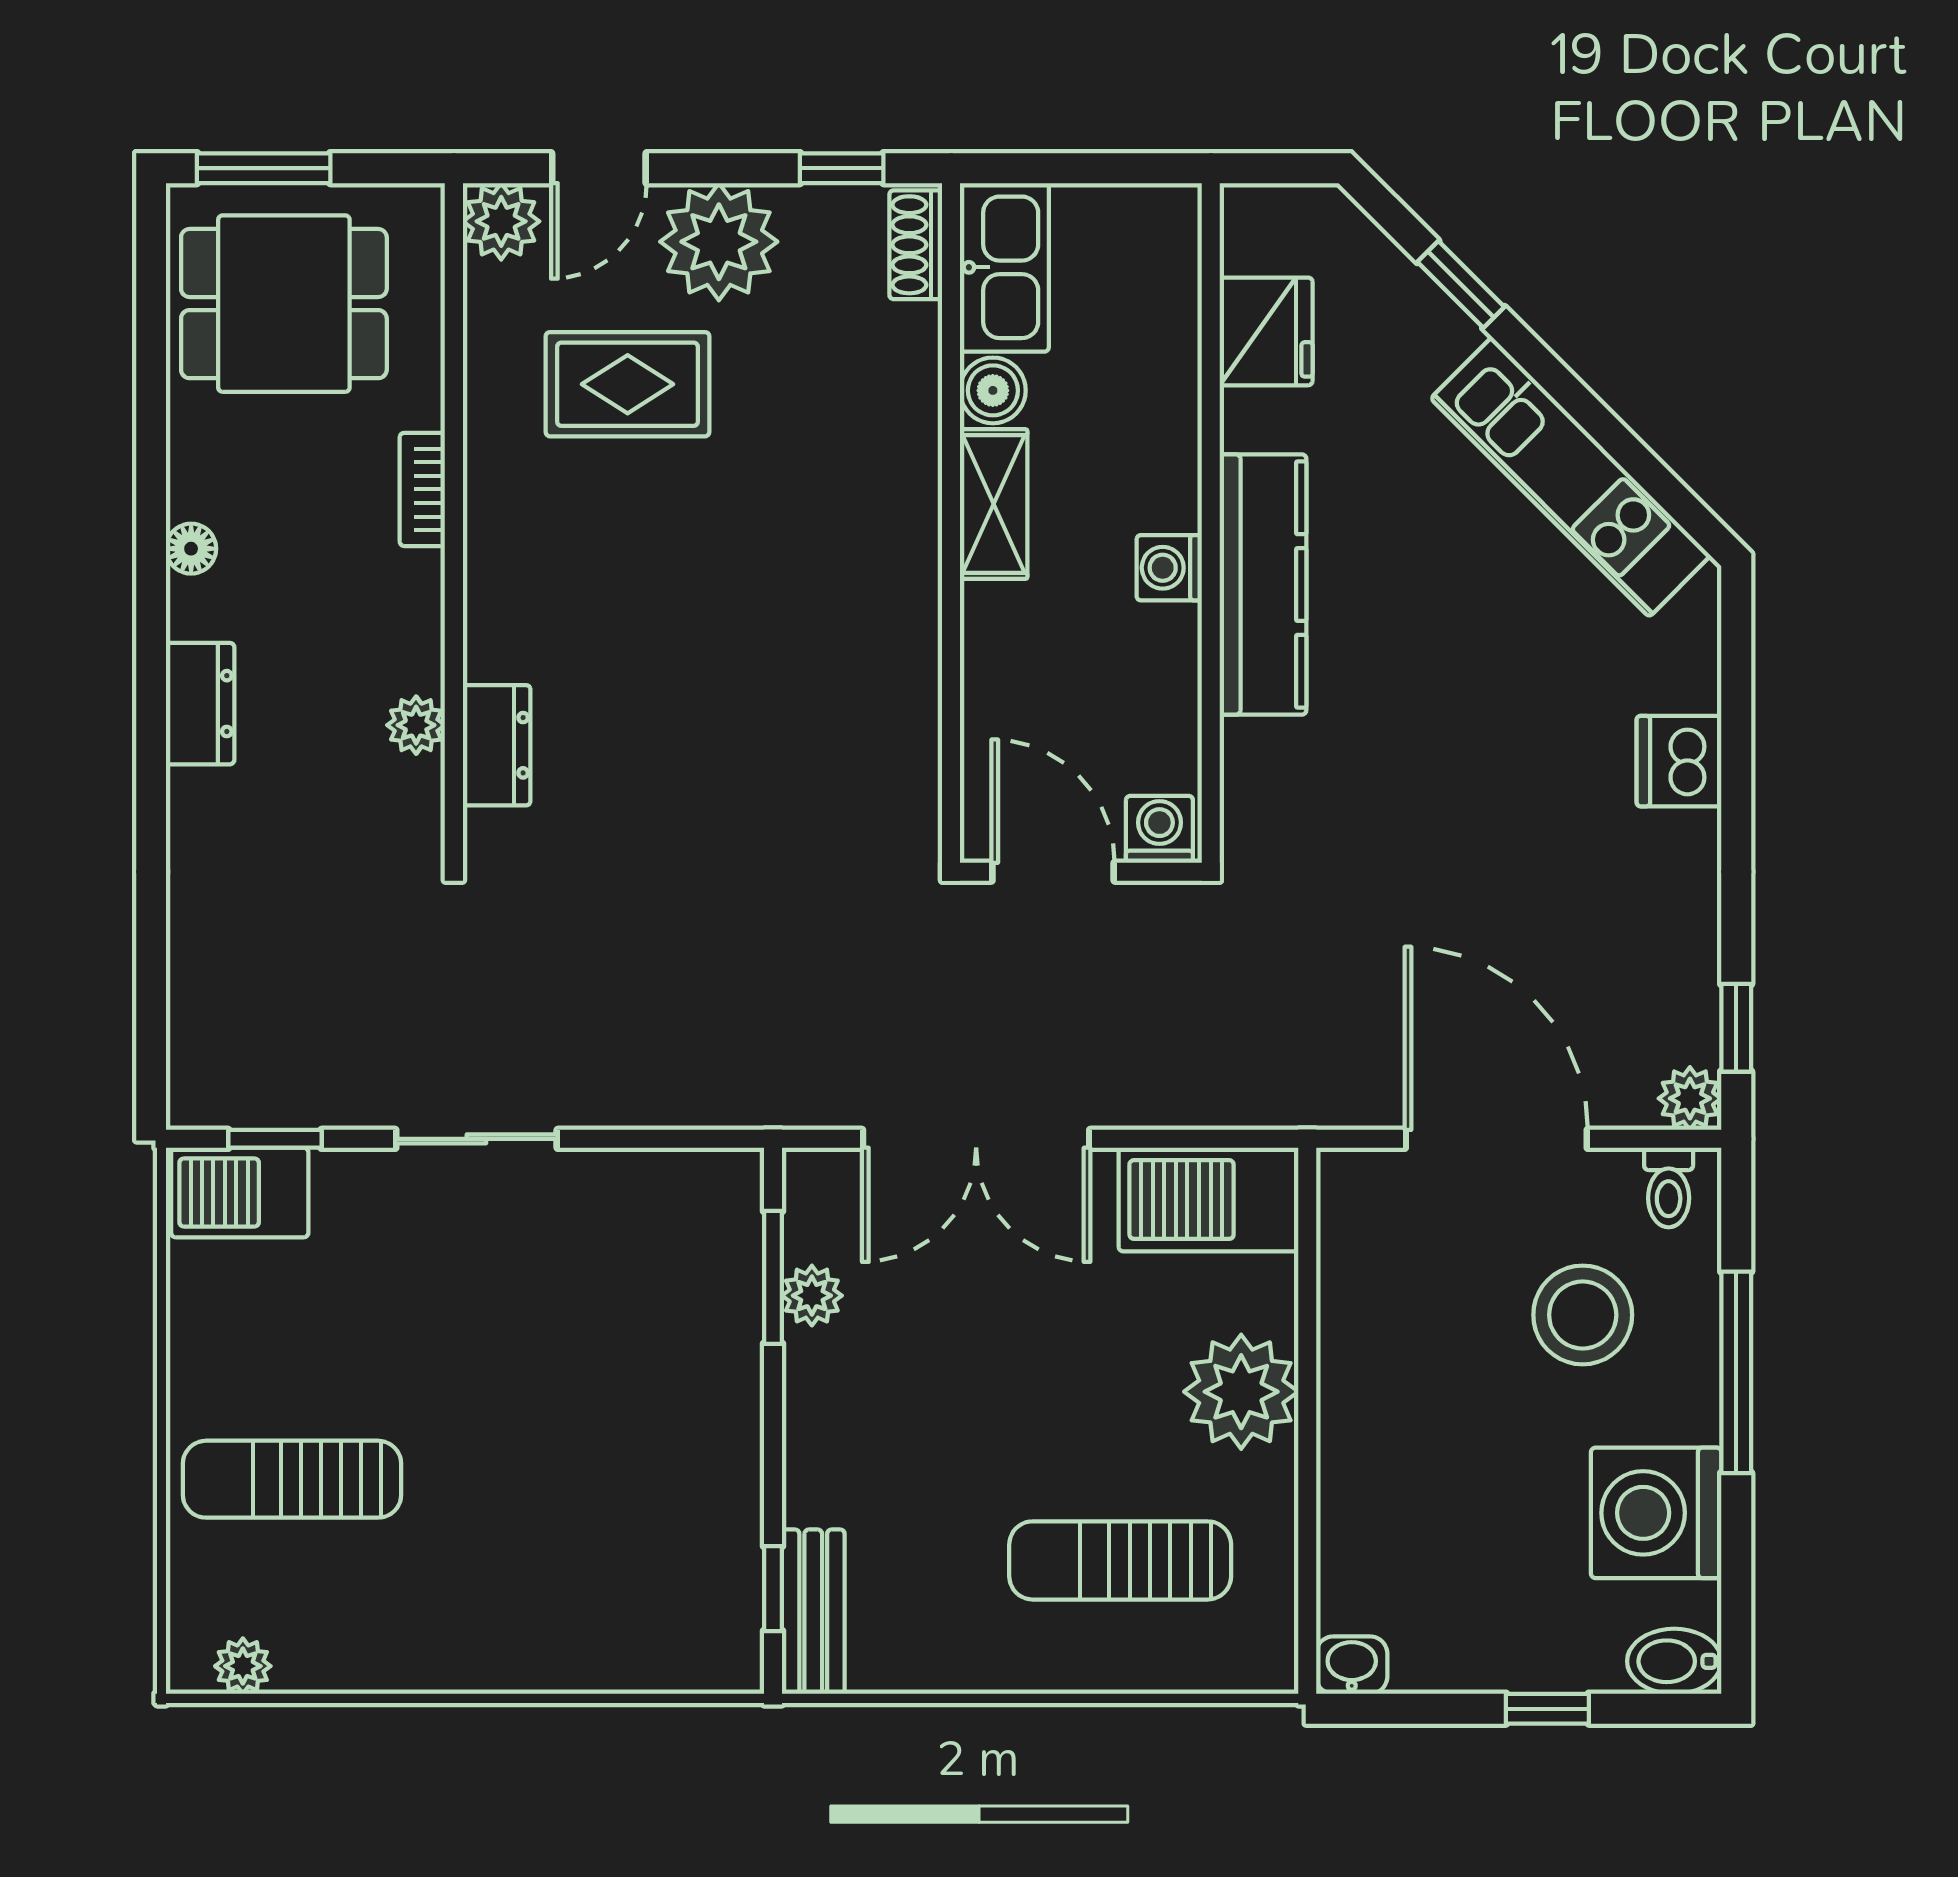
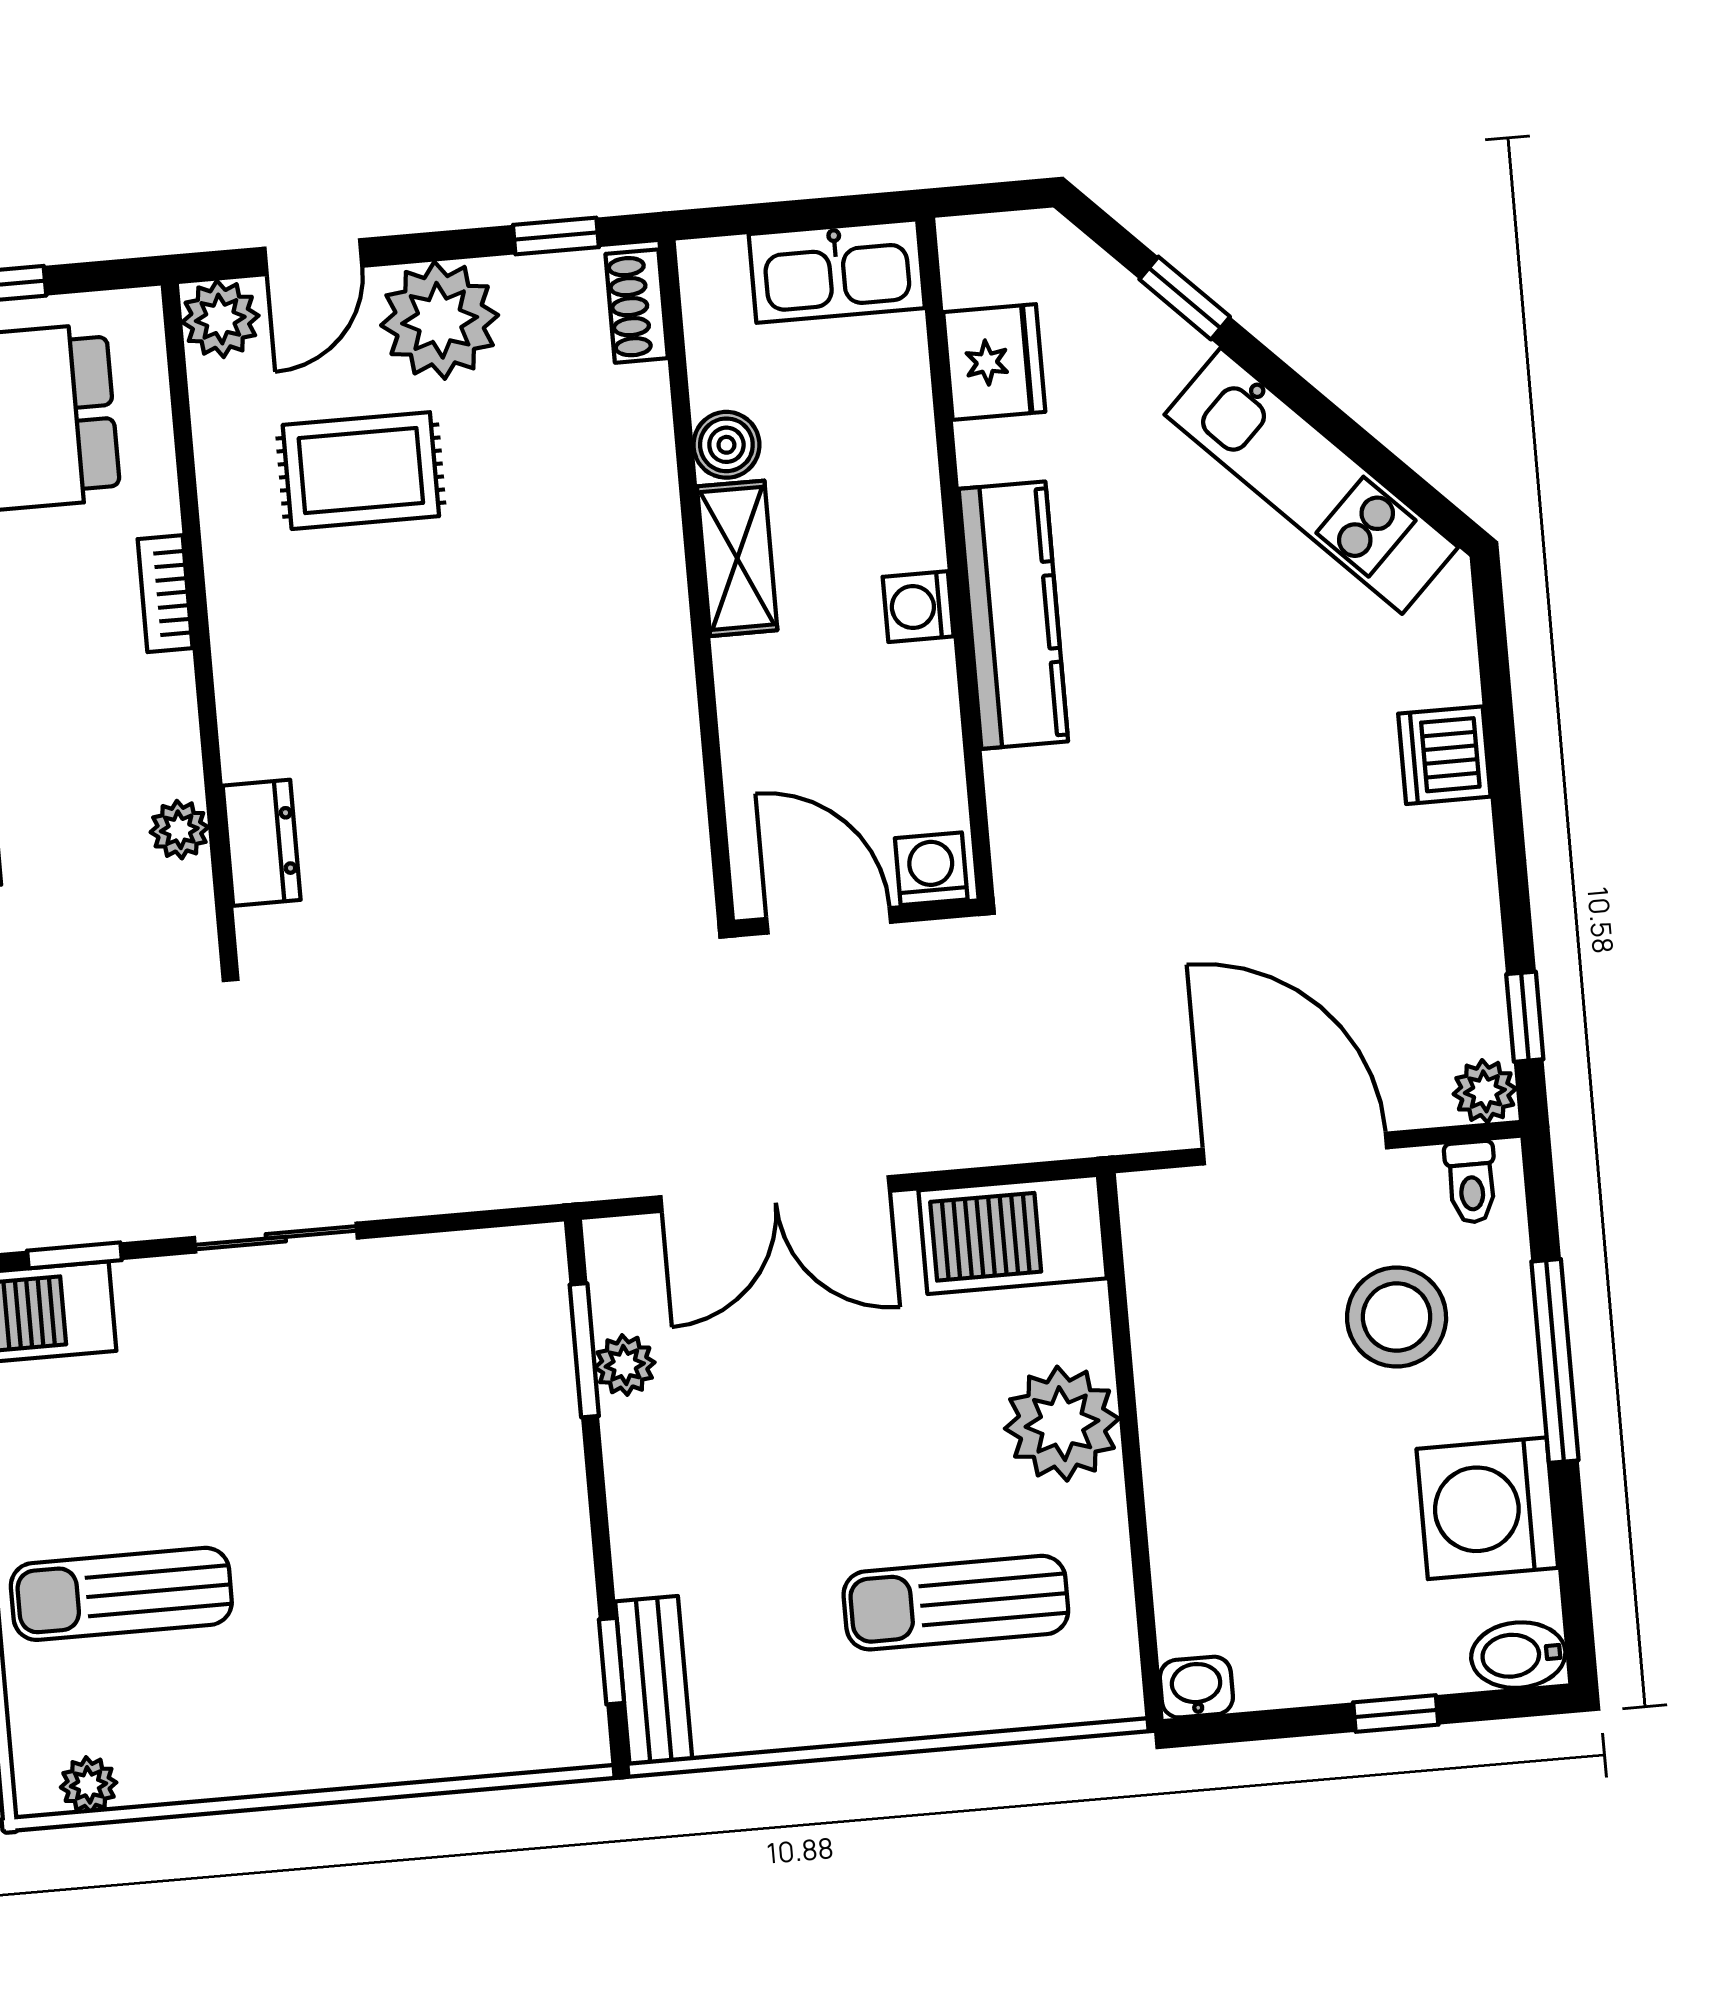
kitchen sink: (1004, 267) -> (837, 271), moved, turned 90

